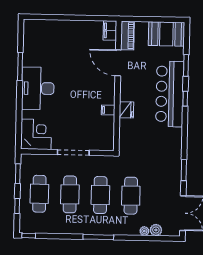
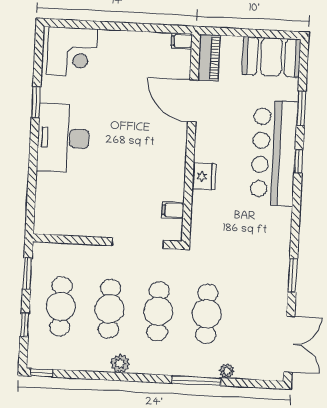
filing cabinet: (110, 30) -> (182, 41), width x0.50
window: (20, 66) -> (36, 102), width x0.69
filing cabinet: (108, 110) -> (173, 210), moved
corner desk: (36, 134) -> (72, 52), moved, turned 90
doorway: (73, 152) -> (138, 243), moved
plant: (156, 230) -> (120, 363), moved
window: (98, 237) -> (196, 381), moved

